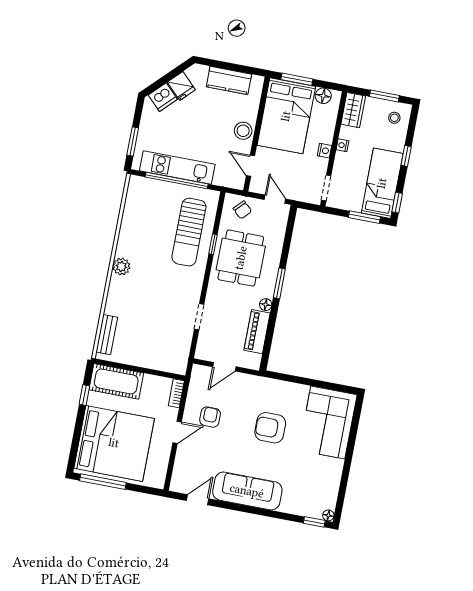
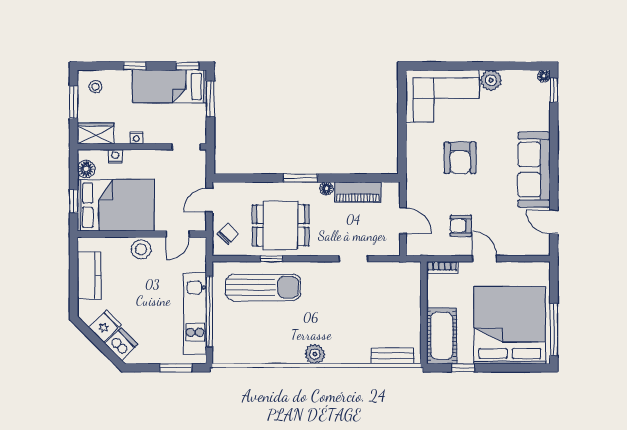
window: (297, 79) -> (74, 201), width x0.67
nightstand: (324, 151) -> (115, 156), moved
plant: (333, 468) -> (491, 80), added

